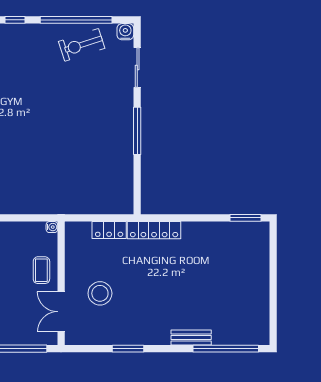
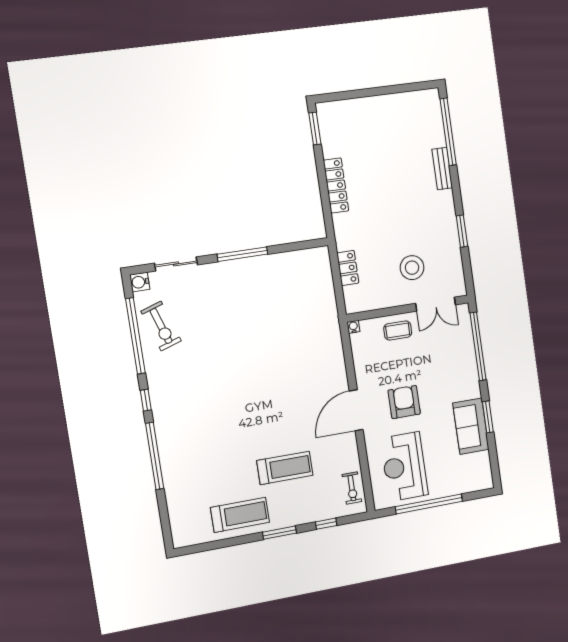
locker: (154, 230) -> (336, 186), moved

